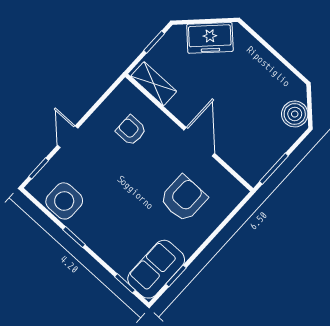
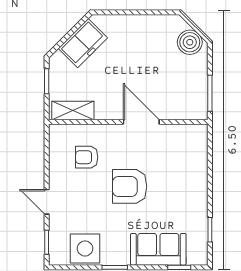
armchair: (184, 198) -> (130, 186), moved, turned -90
sofa: (156, 269) -> (158, 249), moved, turned 90

